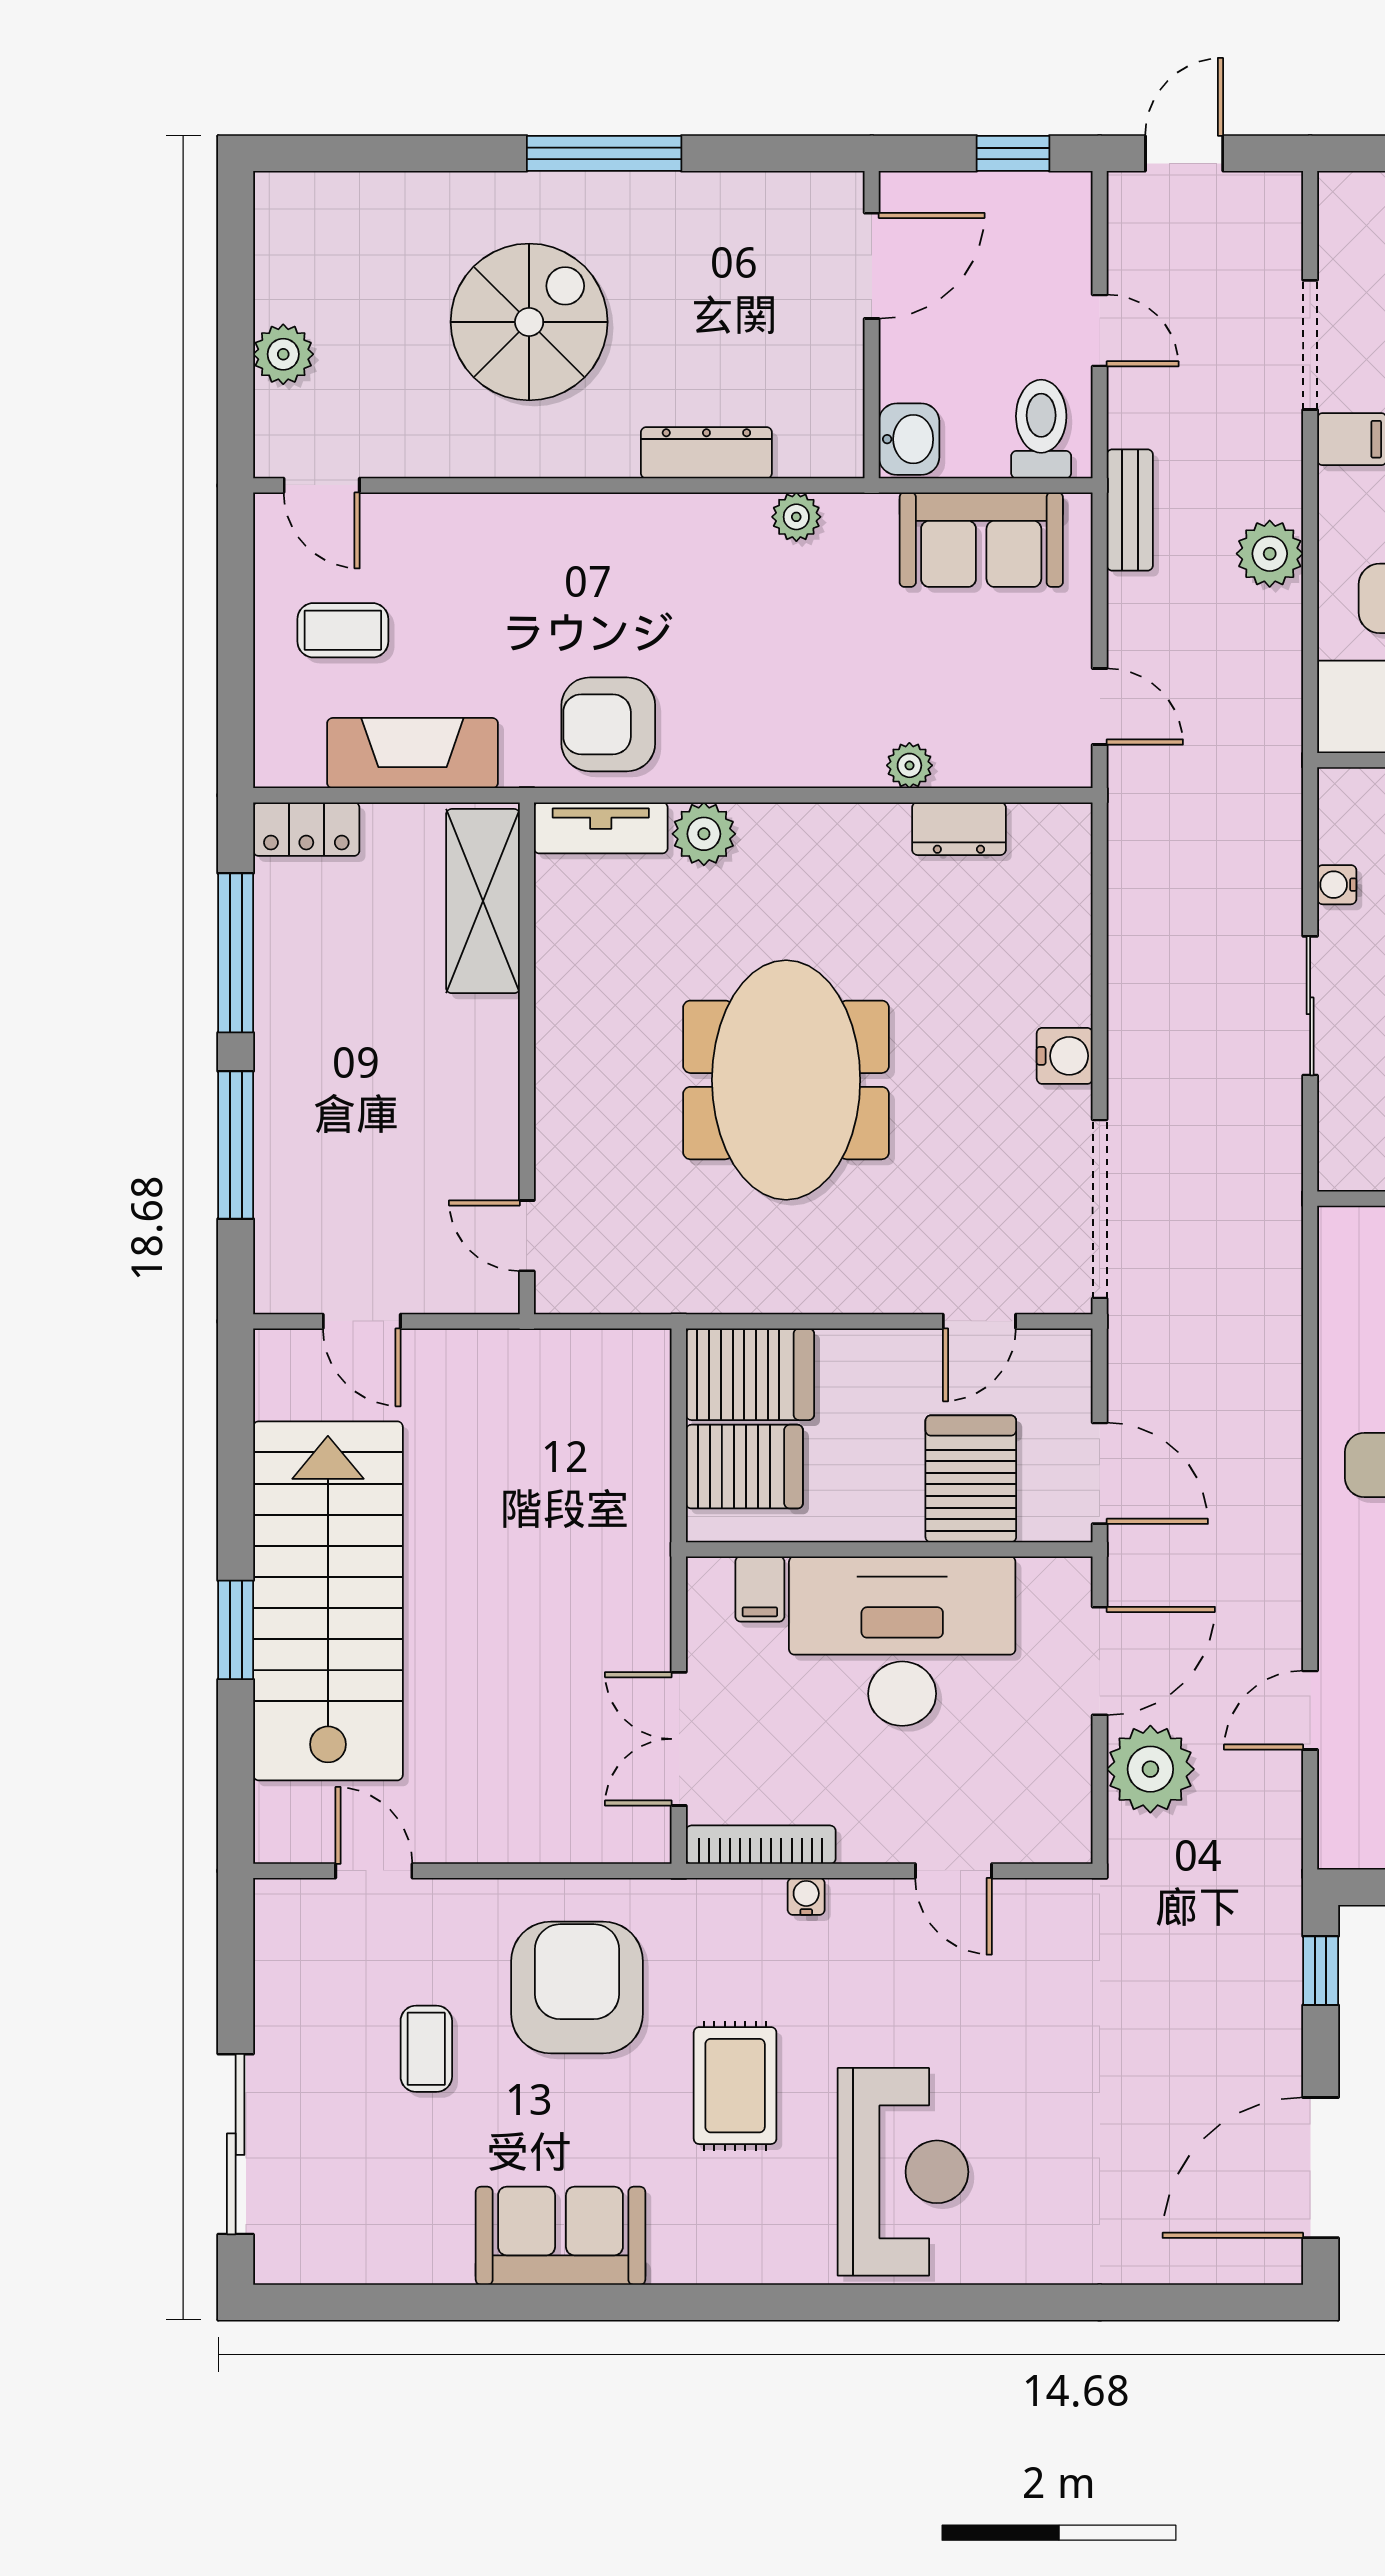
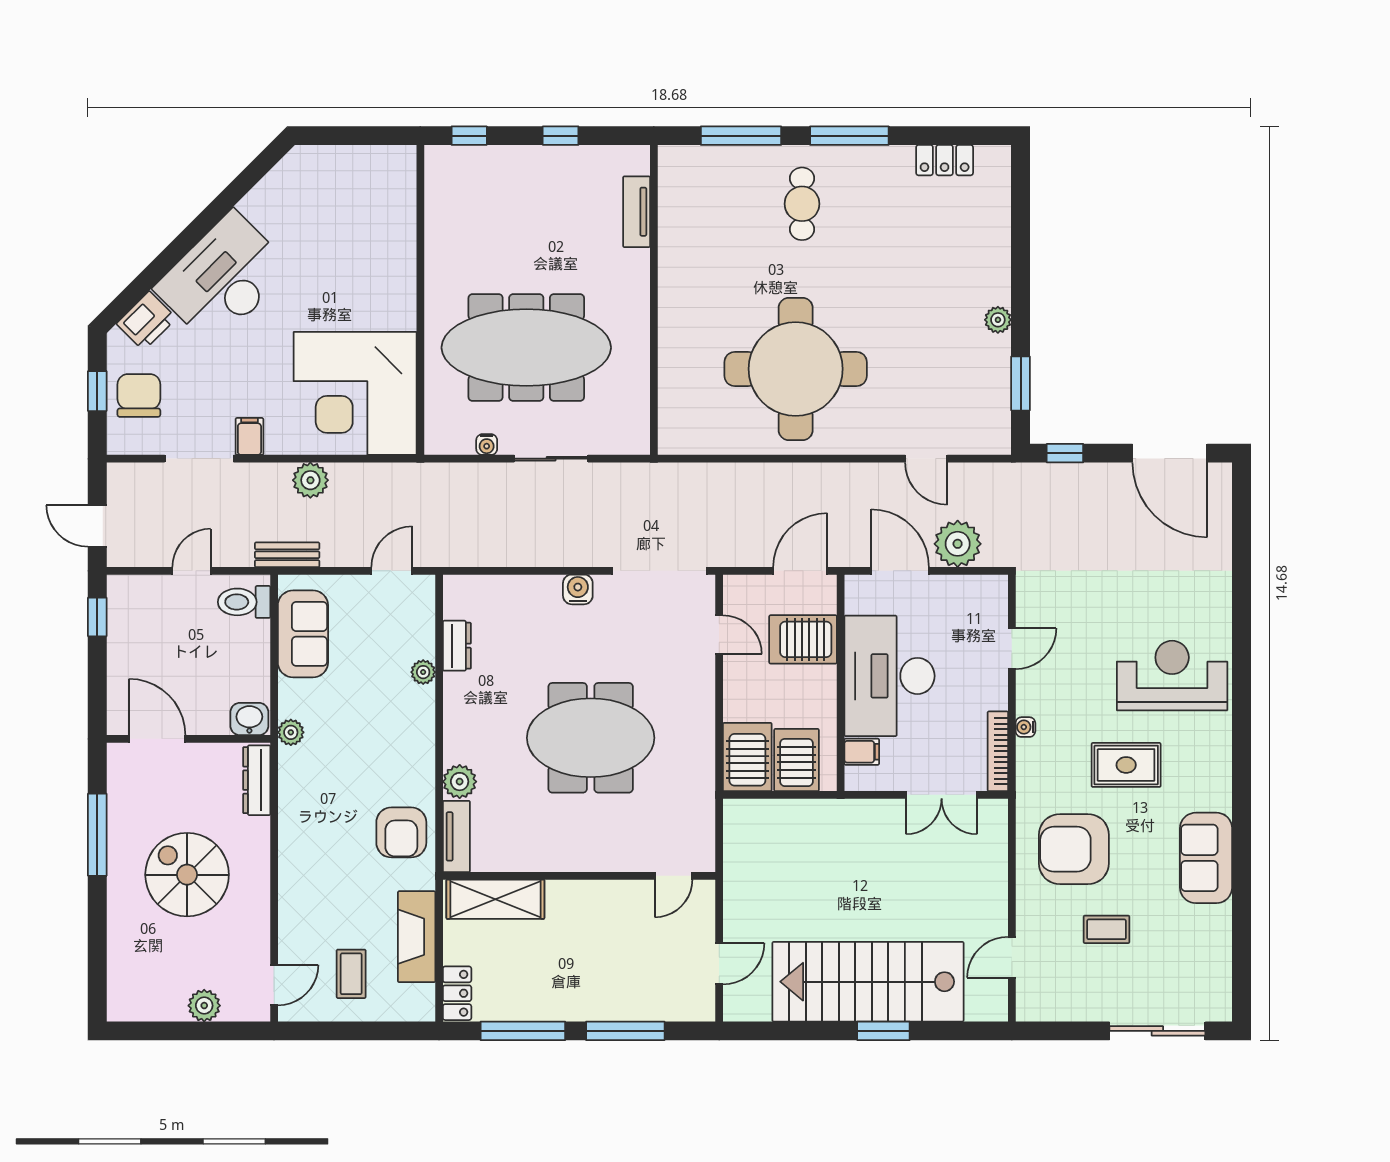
door: (872, 266) -> (157, 739), moved
wall: (872, 325) -> (188, 739), moved
washbasin: (909, 439) -> (249, 719), moved

